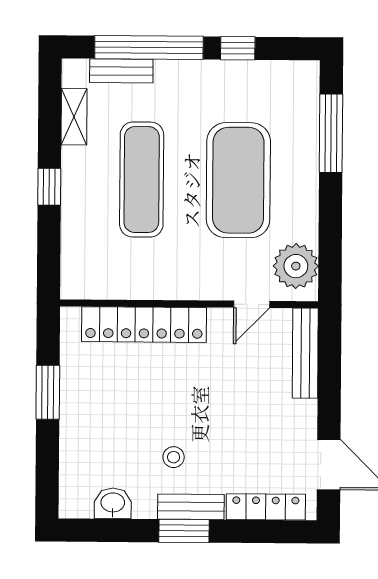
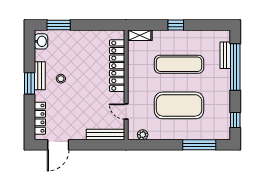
window: (238, 48) -> (235, 120), moved
shelving: (74, 117) -> (140, 35), moved
plant: (296, 266) -> (143, 135), width x0.53, depth x0.53
window: (48, 392) -> (59, 25), moved
washbasin: (113, 503) -> (41, 41), moved
bench: (191, 507) -> (40, 76), moved

